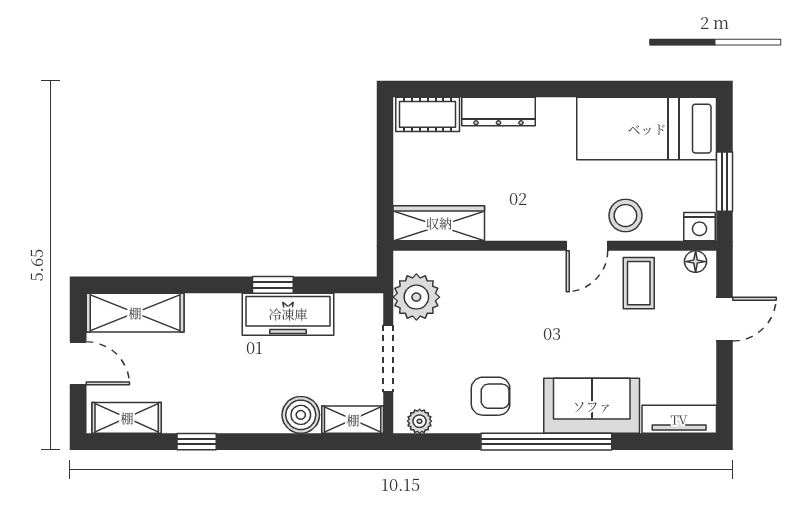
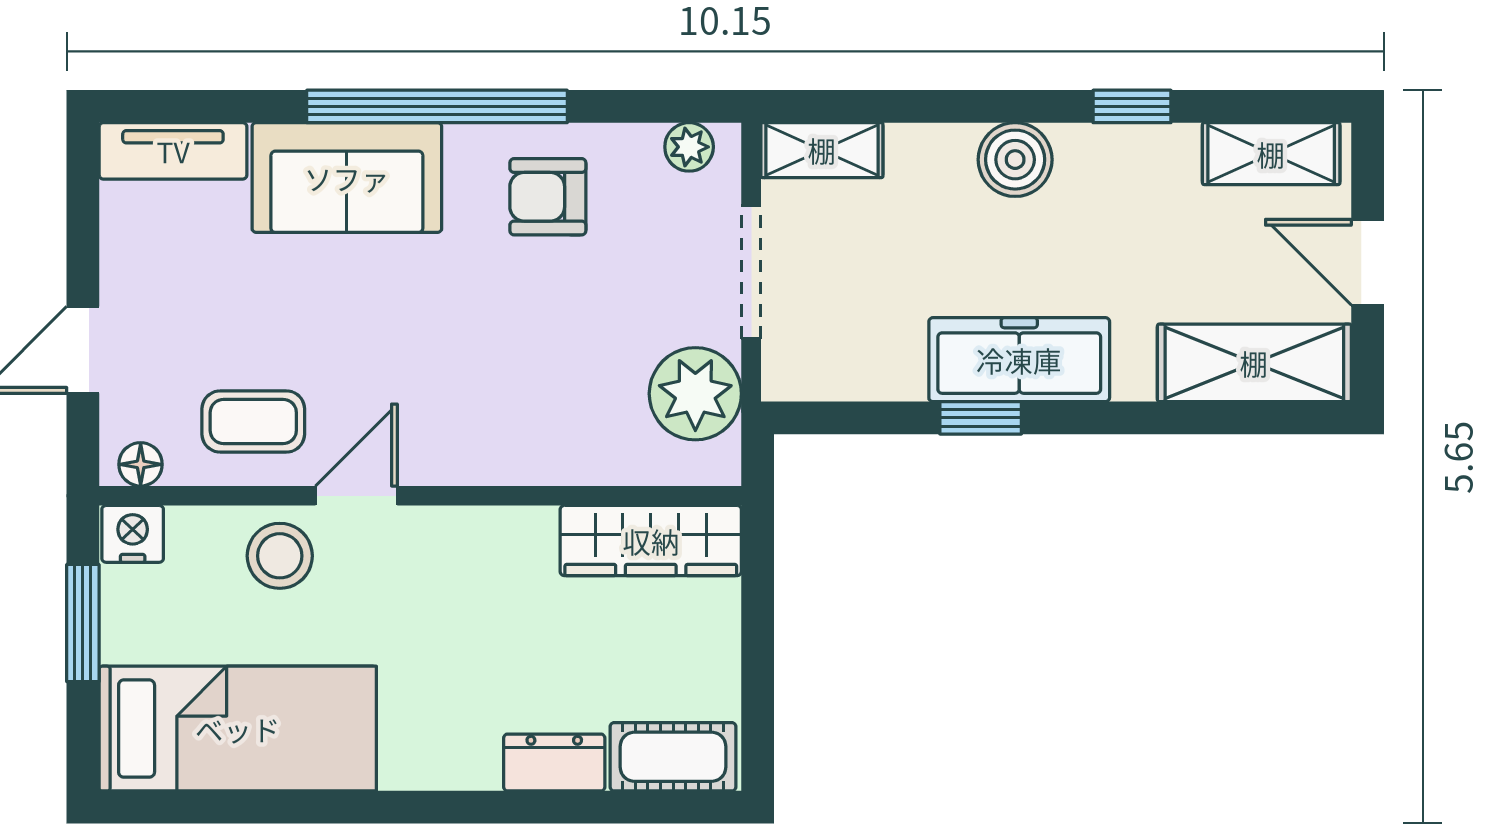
dresser: (499, 112) -> (554, 763), width x0.70
coffee table: (639, 283) -> (253, 421), turned 90
freezer: (288, 314) -> (1019, 360), moved
boiler: (301, 415) -> (1015, 160), moved

